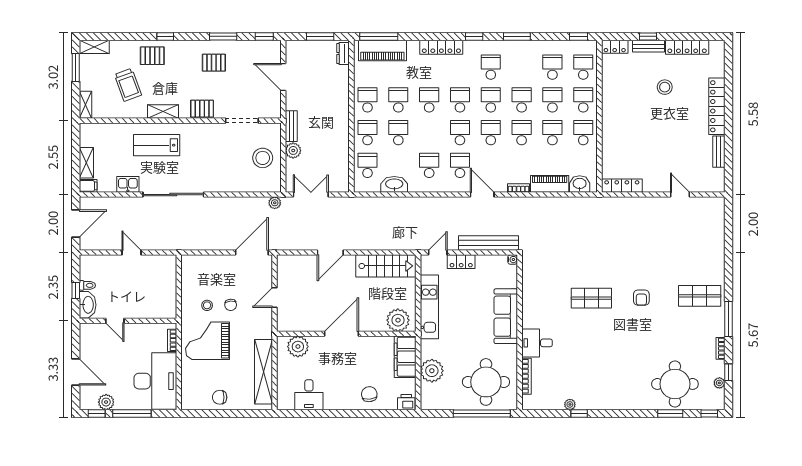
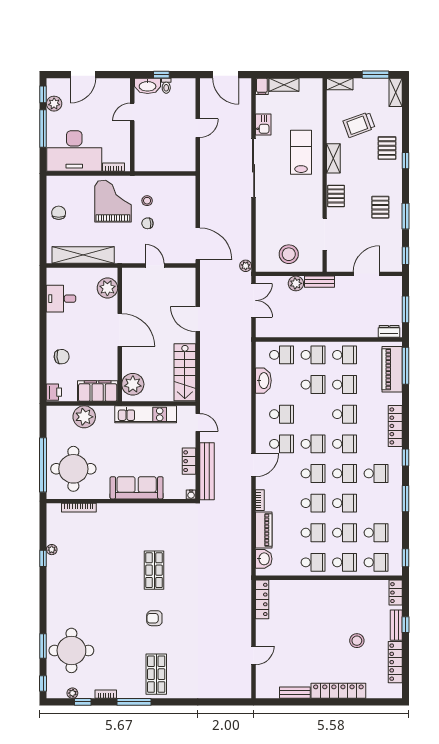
locker: (461, 262) -> (189, 461), moved
desk: (537, 343) -> (111, 518), removed

